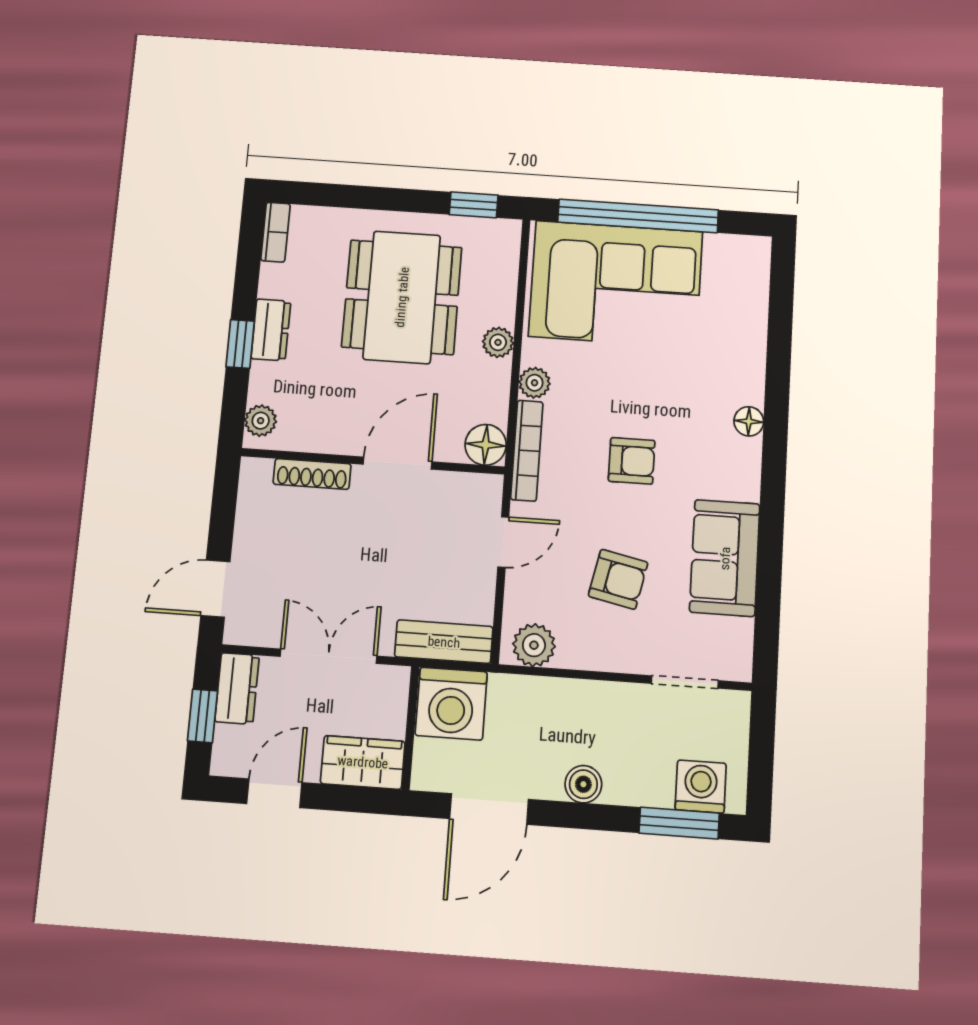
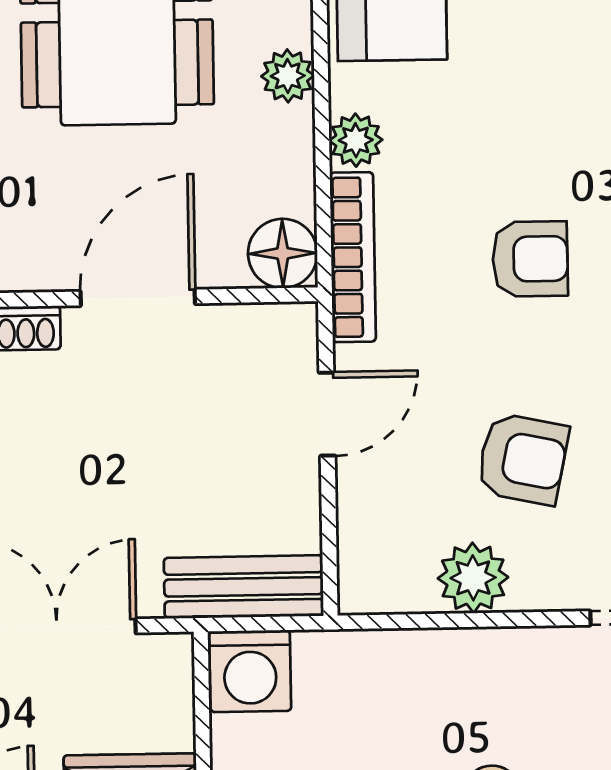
plant: (534, 645) -> (473, 578), moved
washing machine: (451, 704) -> (250, 671), width x0.73, depth x0.73

